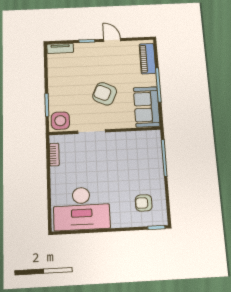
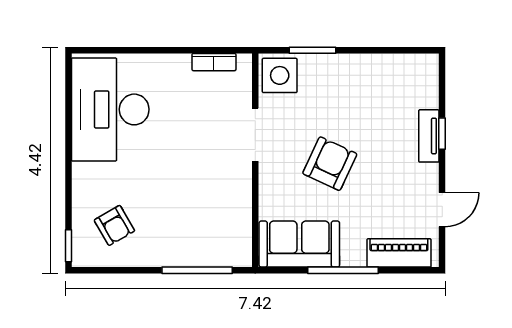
door: (112, 40) -> (442, 210), moved
tv unit: (60, 48) -> (429, 136), moved
armchair: (144, 203) -> (114, 225), turned 150

